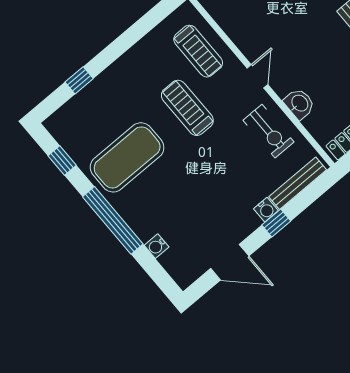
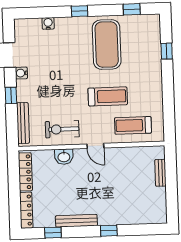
water cooler: (266, 210) -> (21, 73), moved
window: (113, 220) -> (80, 11), width x0.32

